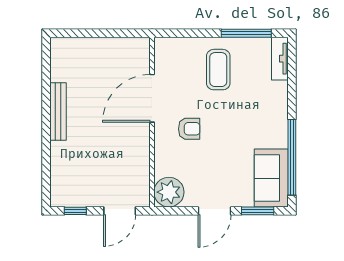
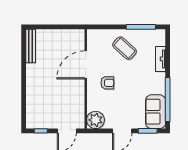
tv unit: (280, 59) -> (161, 59), moved
coffee table: (218, 70) -> (124, 48), turned -48
bench: (58, 111) -> (31, 46), moved

